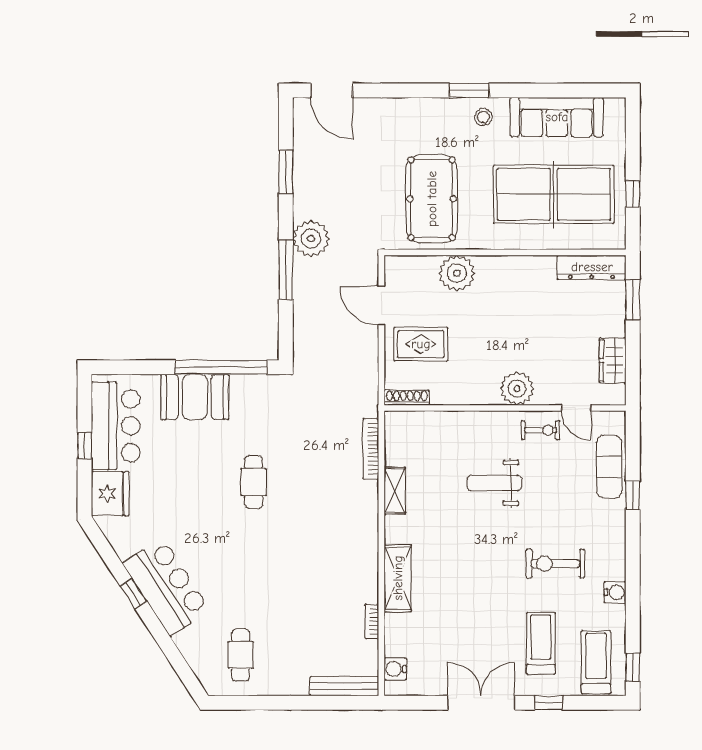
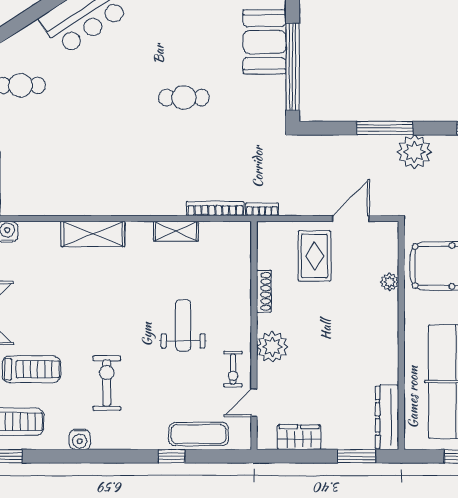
plant: (457, 273) -> (390, 282), width x0.53, depth x0.53
shoe rack: (407, 398) -> (264, 291), moved
bookcase: (372, 621) -> (262, 209), moved

